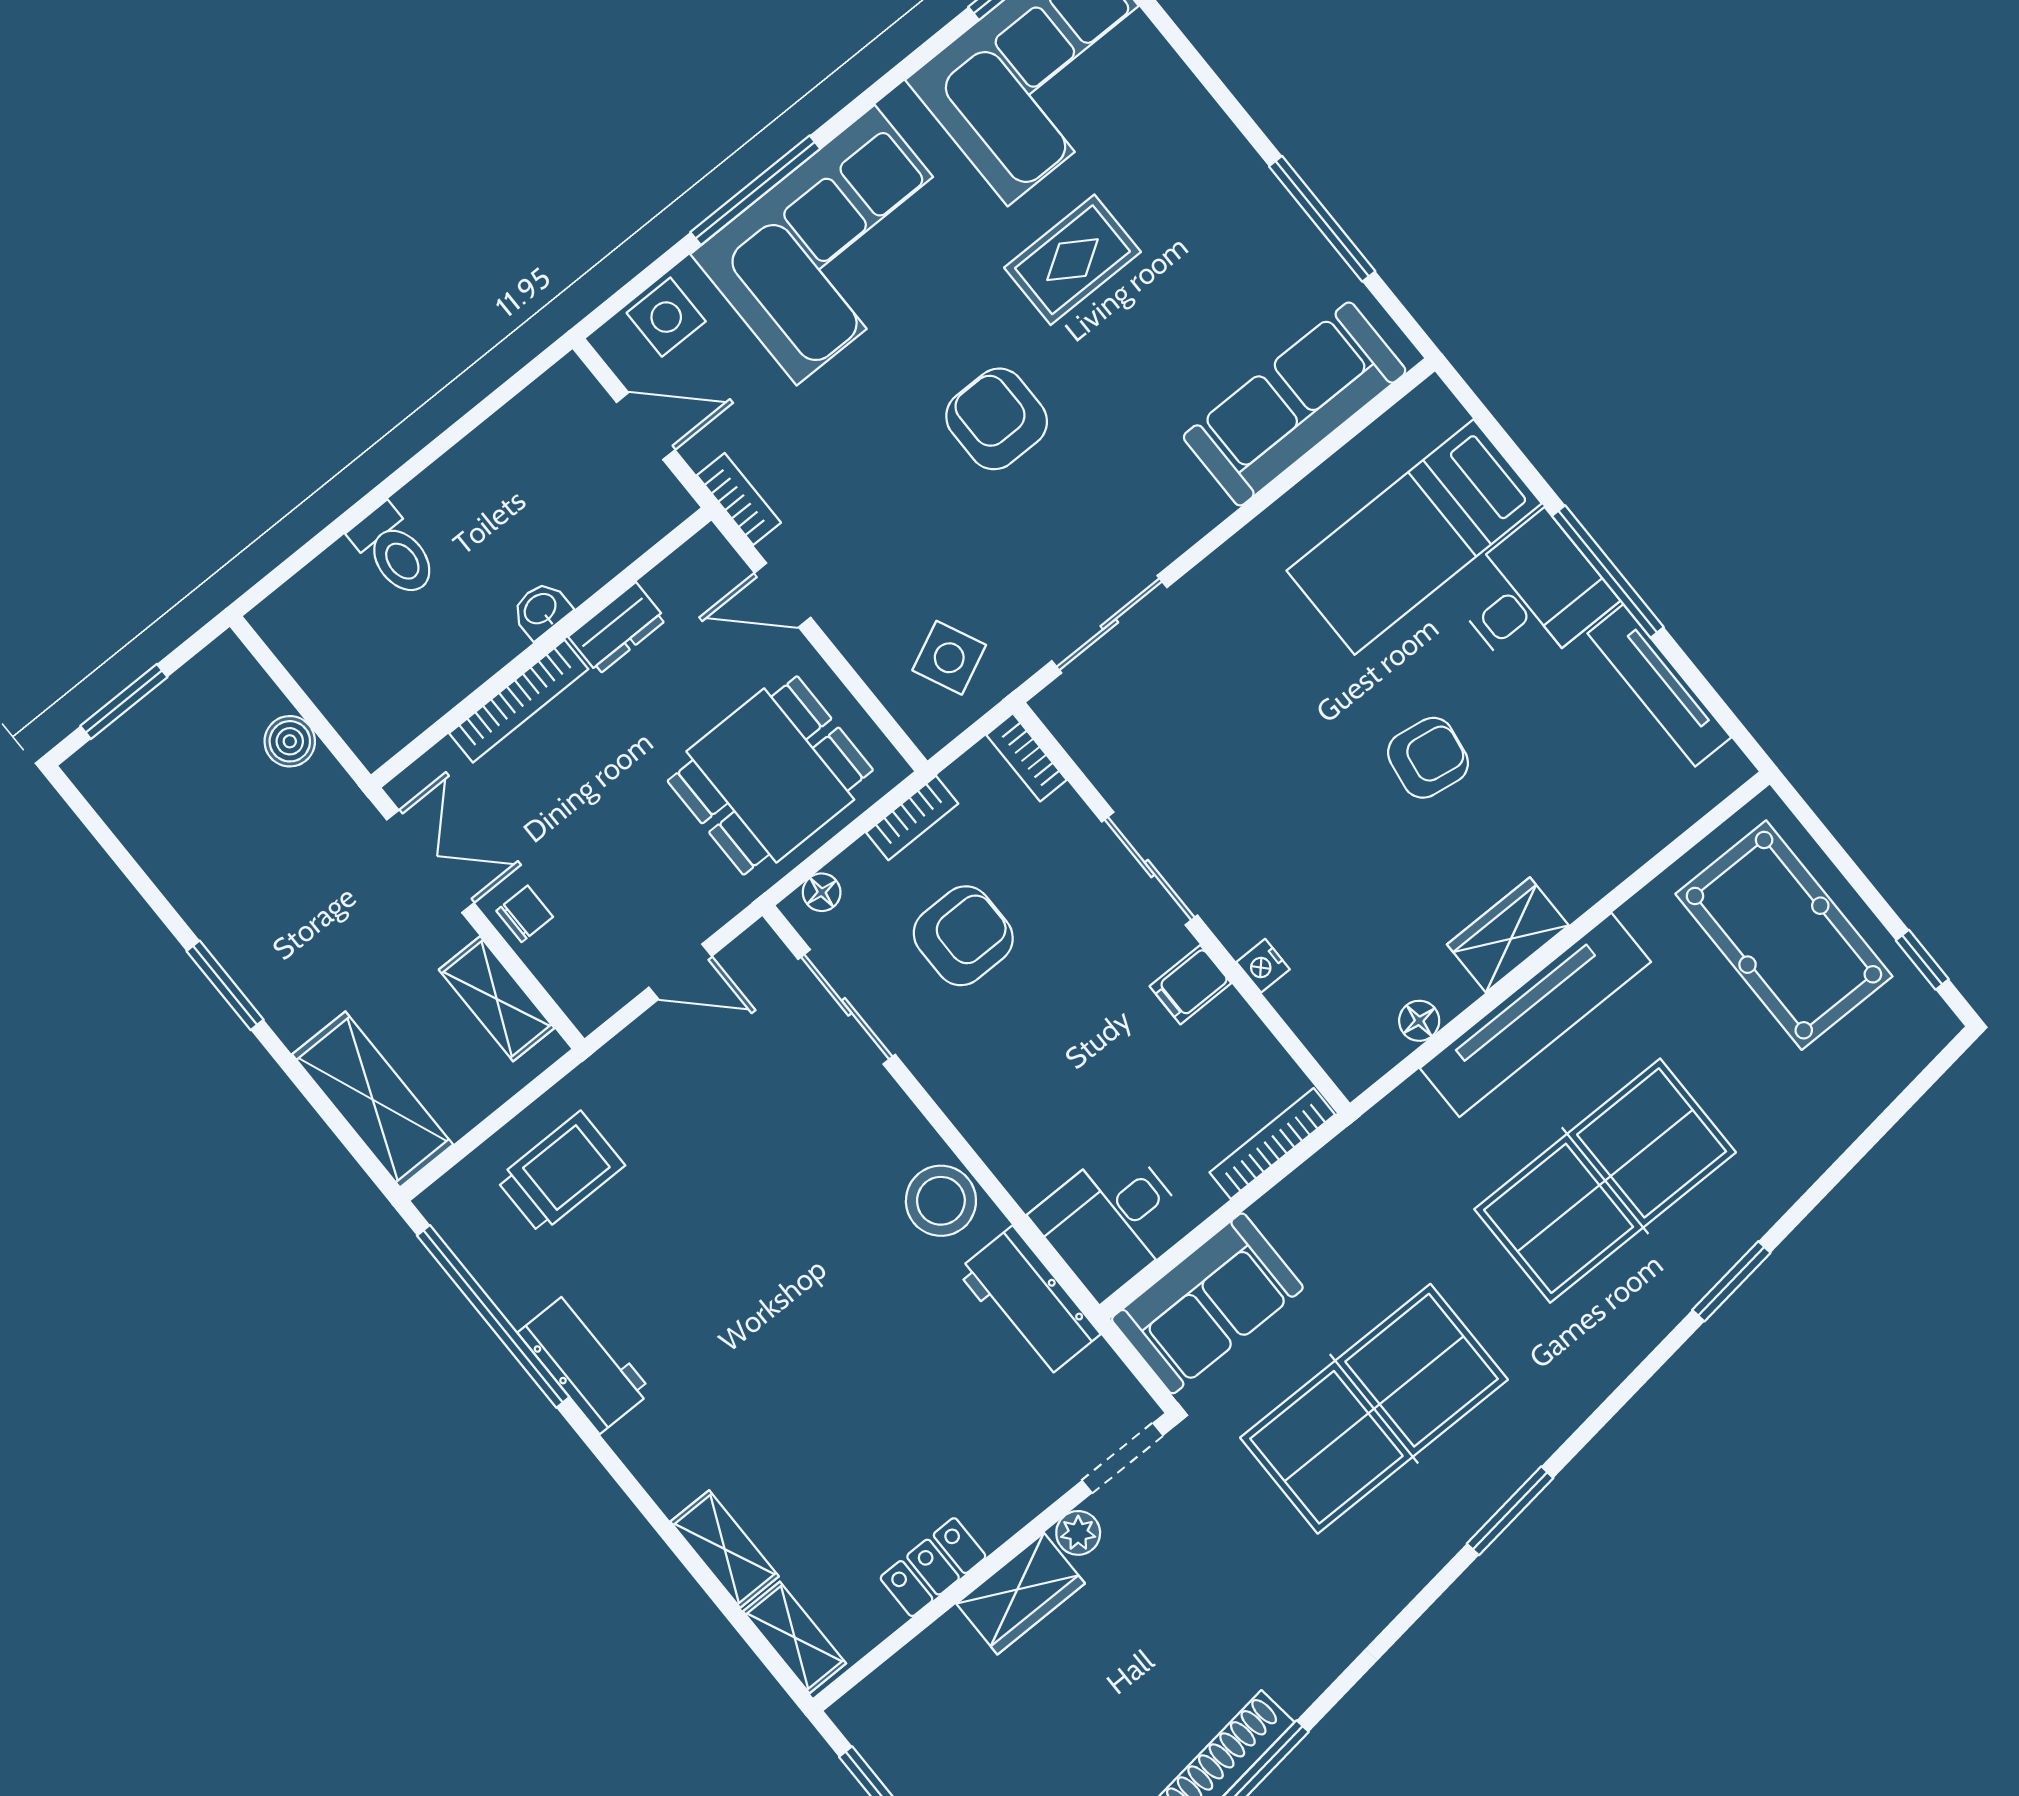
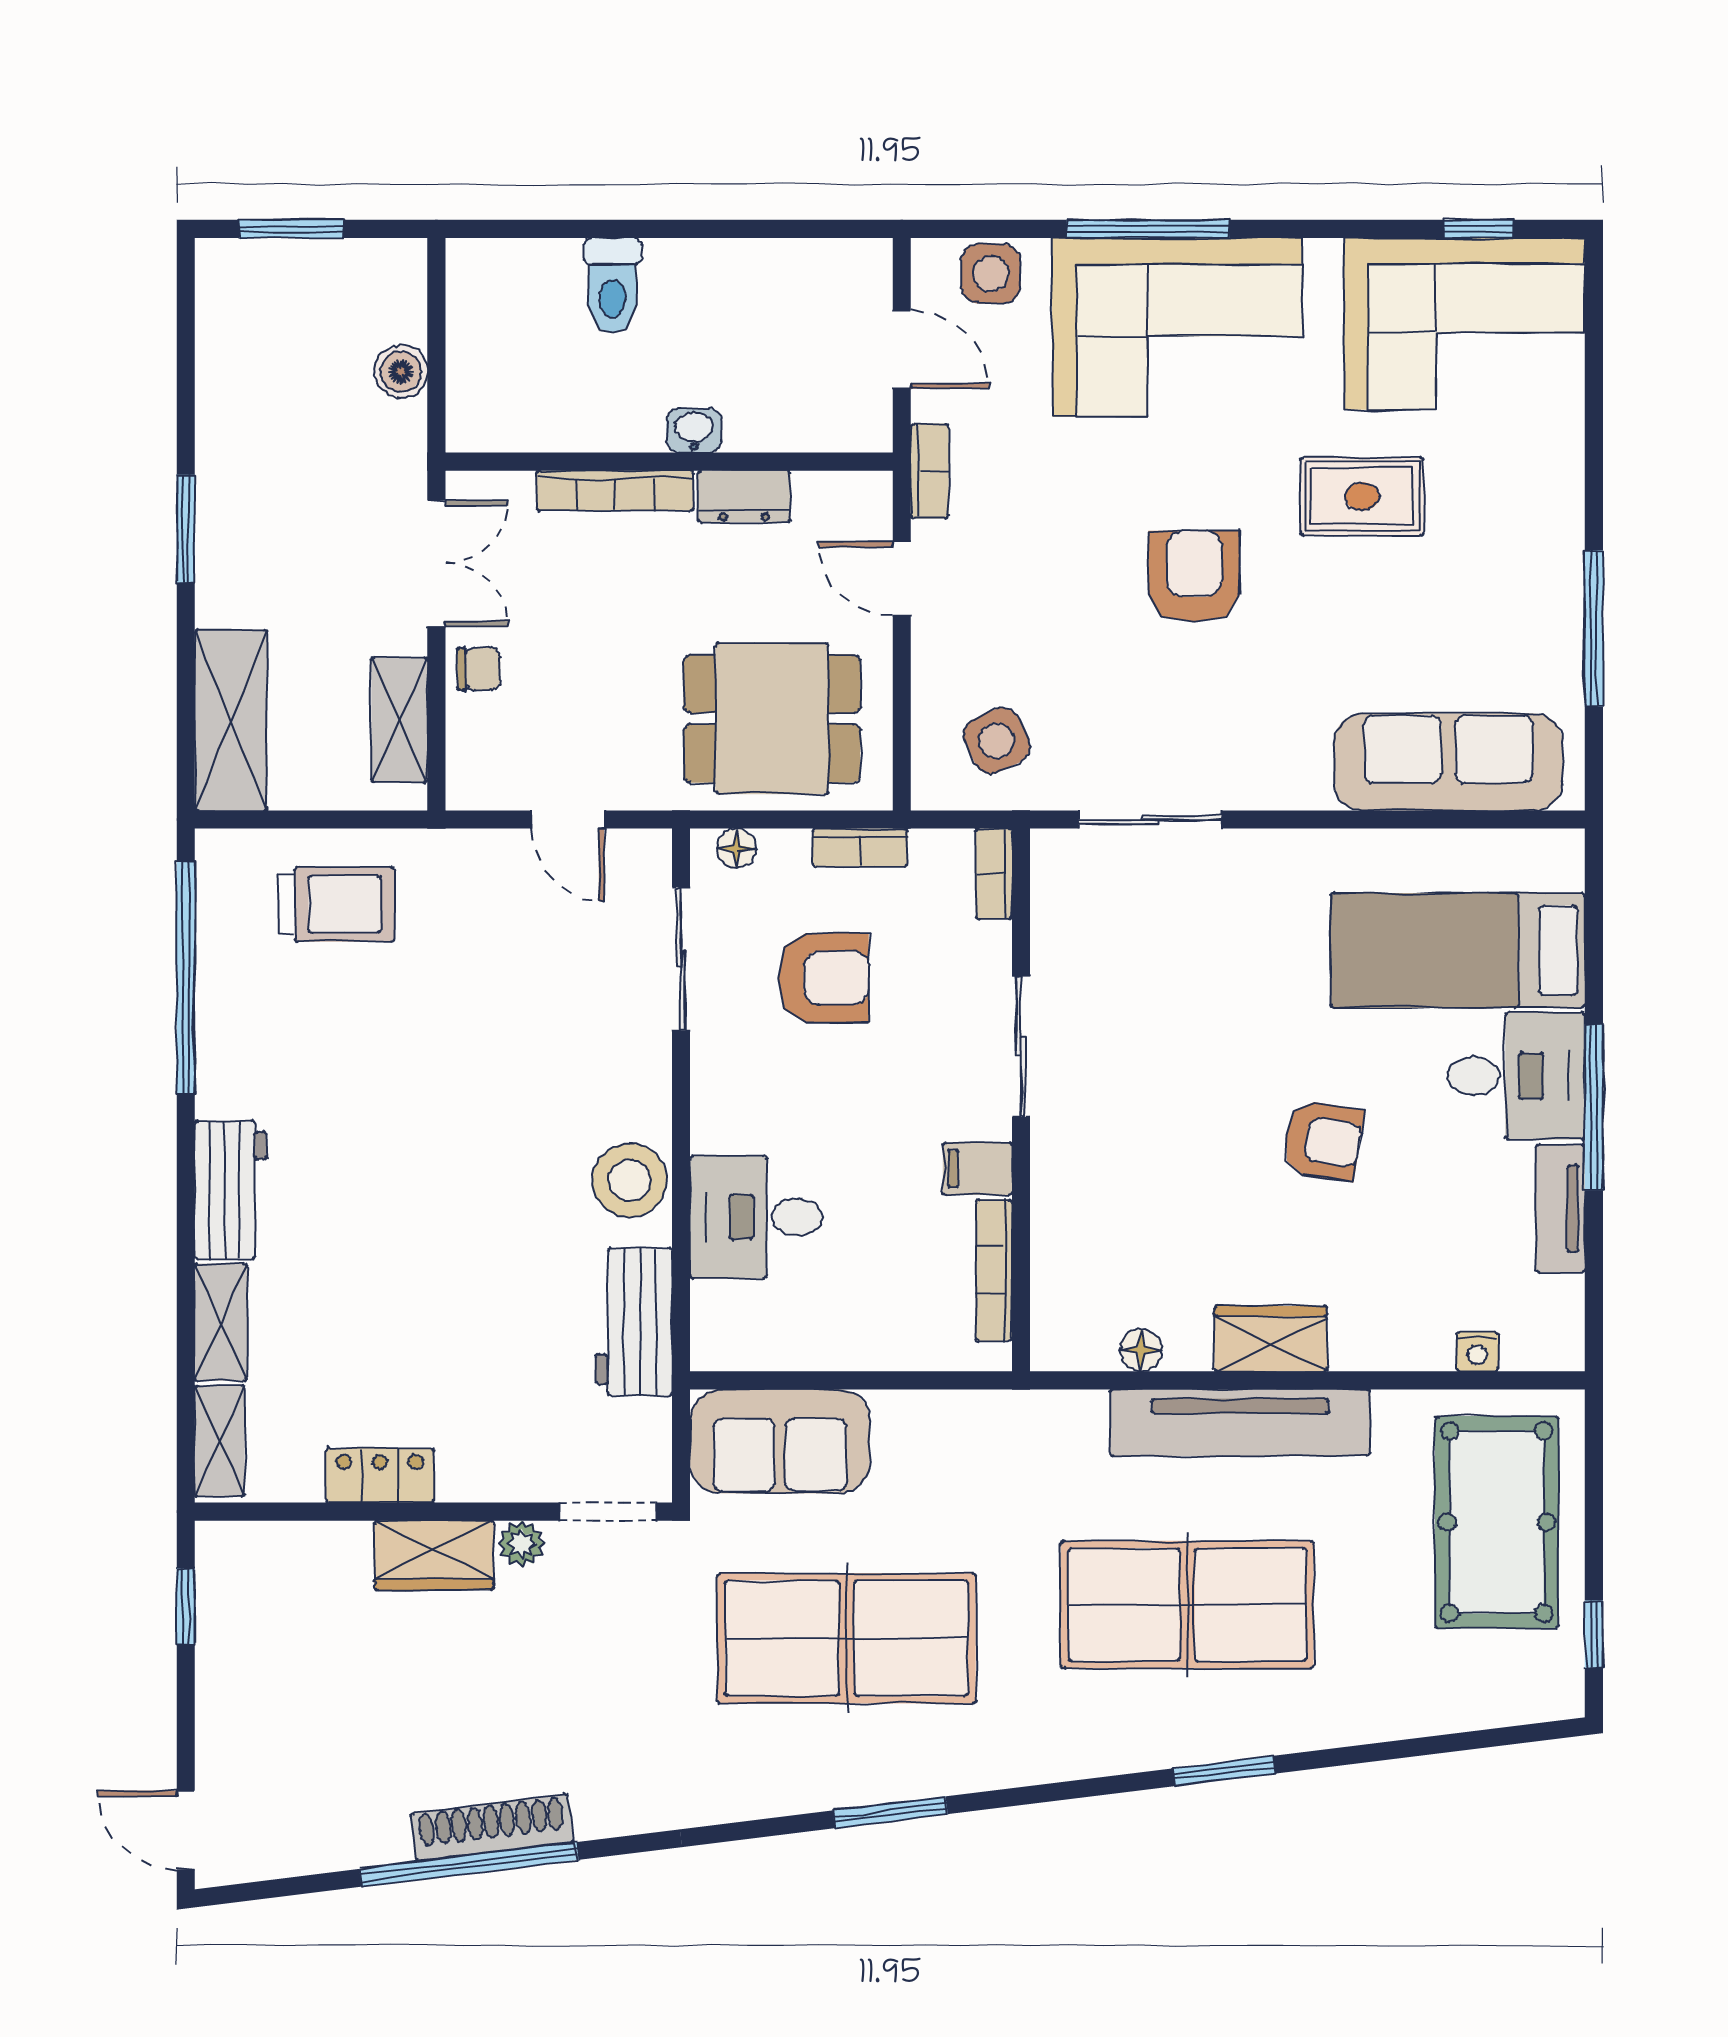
tv unit: (1659, 685) -> (1560, 1209), width x0.71
nightstand: (1263, 966) -> (1477, 1352), moved, turned -90
bookcase: (1272, 1144) -> (994, 1270), moved, turned -90
desk: (1112, 1221) -> (756, 1217), moved
workbench: (585, 1362) -> (230, 1190), moved

